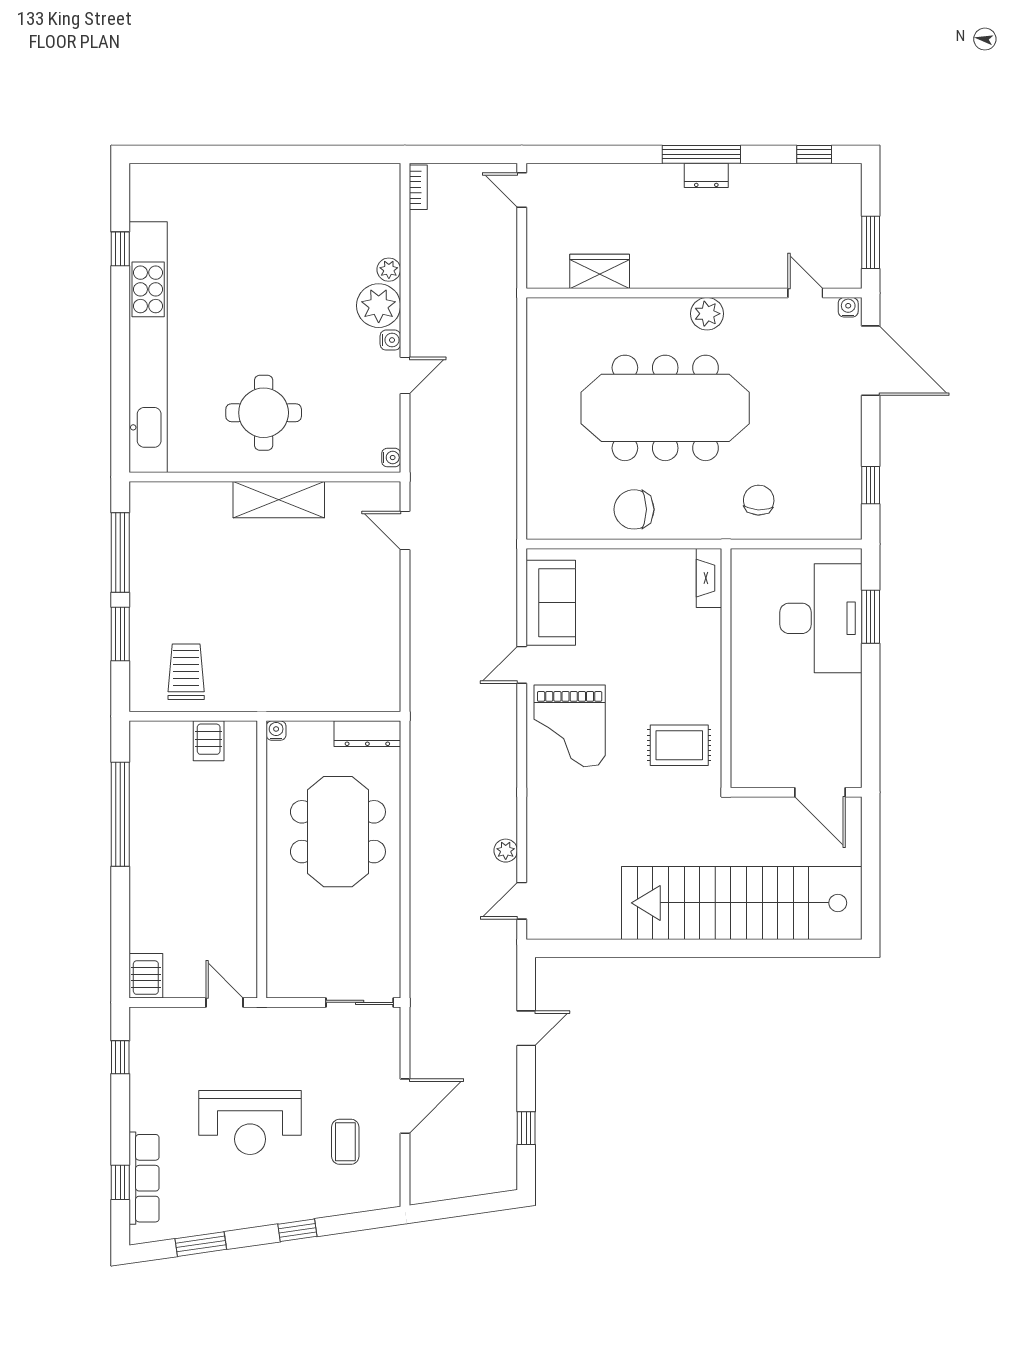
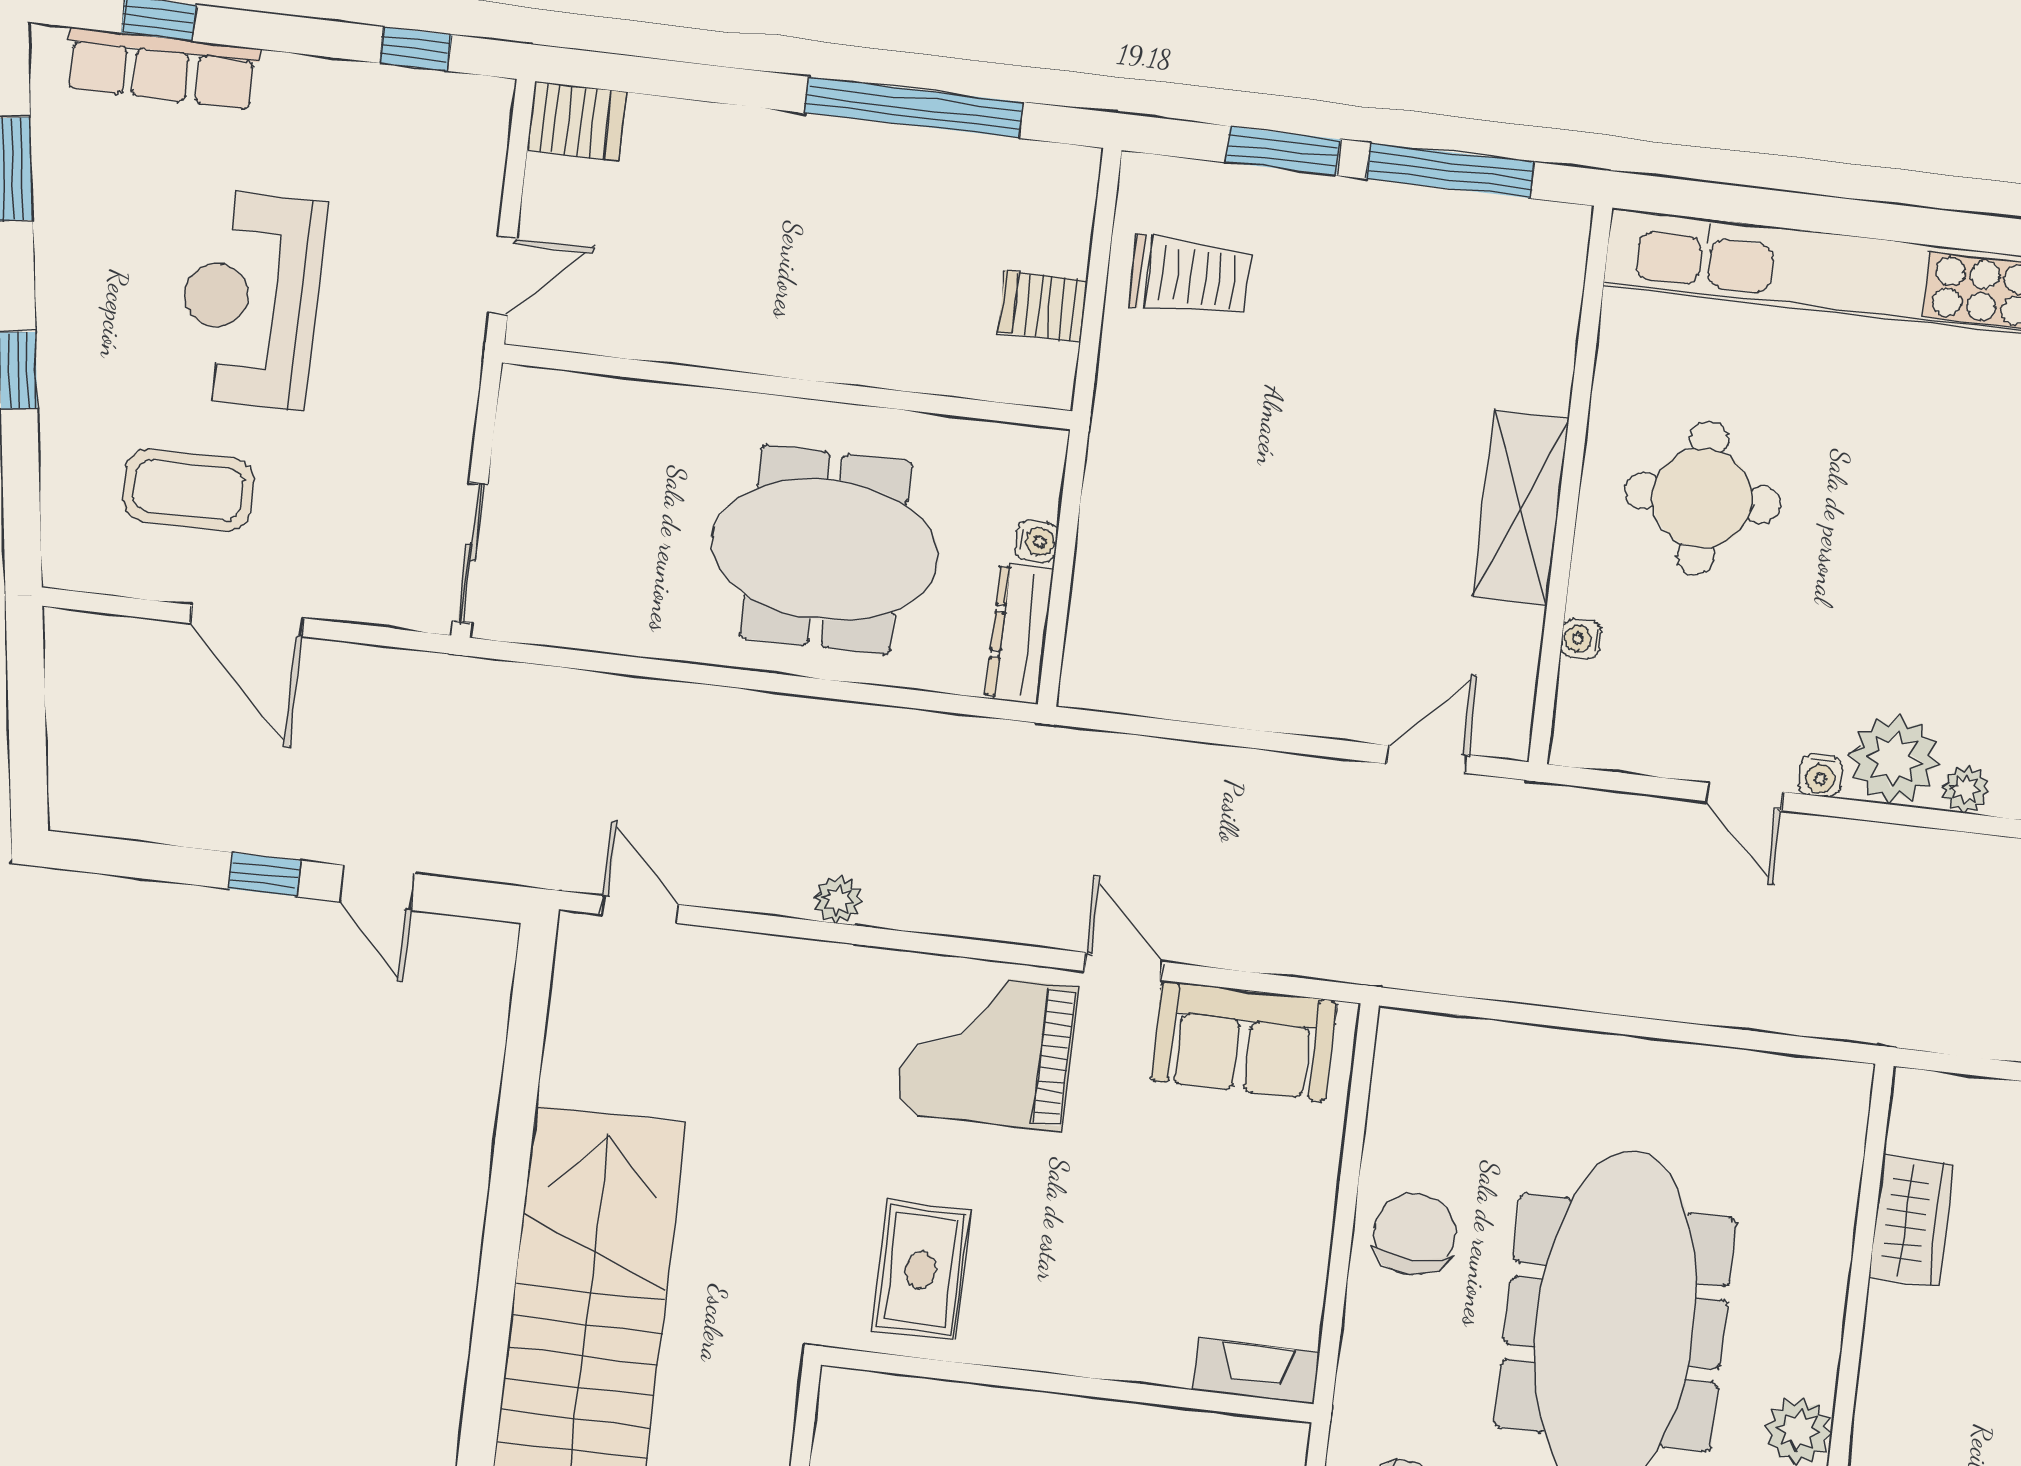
water cooler: (391, 458) -> (1581, 639), moved, turned 90
water cooler: (276, 731) -> (1037, 541), moved
plant: (506, 851) -> (838, 899), moved
window: (526, 1128) -> (264, 875), moved
coffee table: (345, 1142) -> (188, 490), width x1.36, depth x1.30

